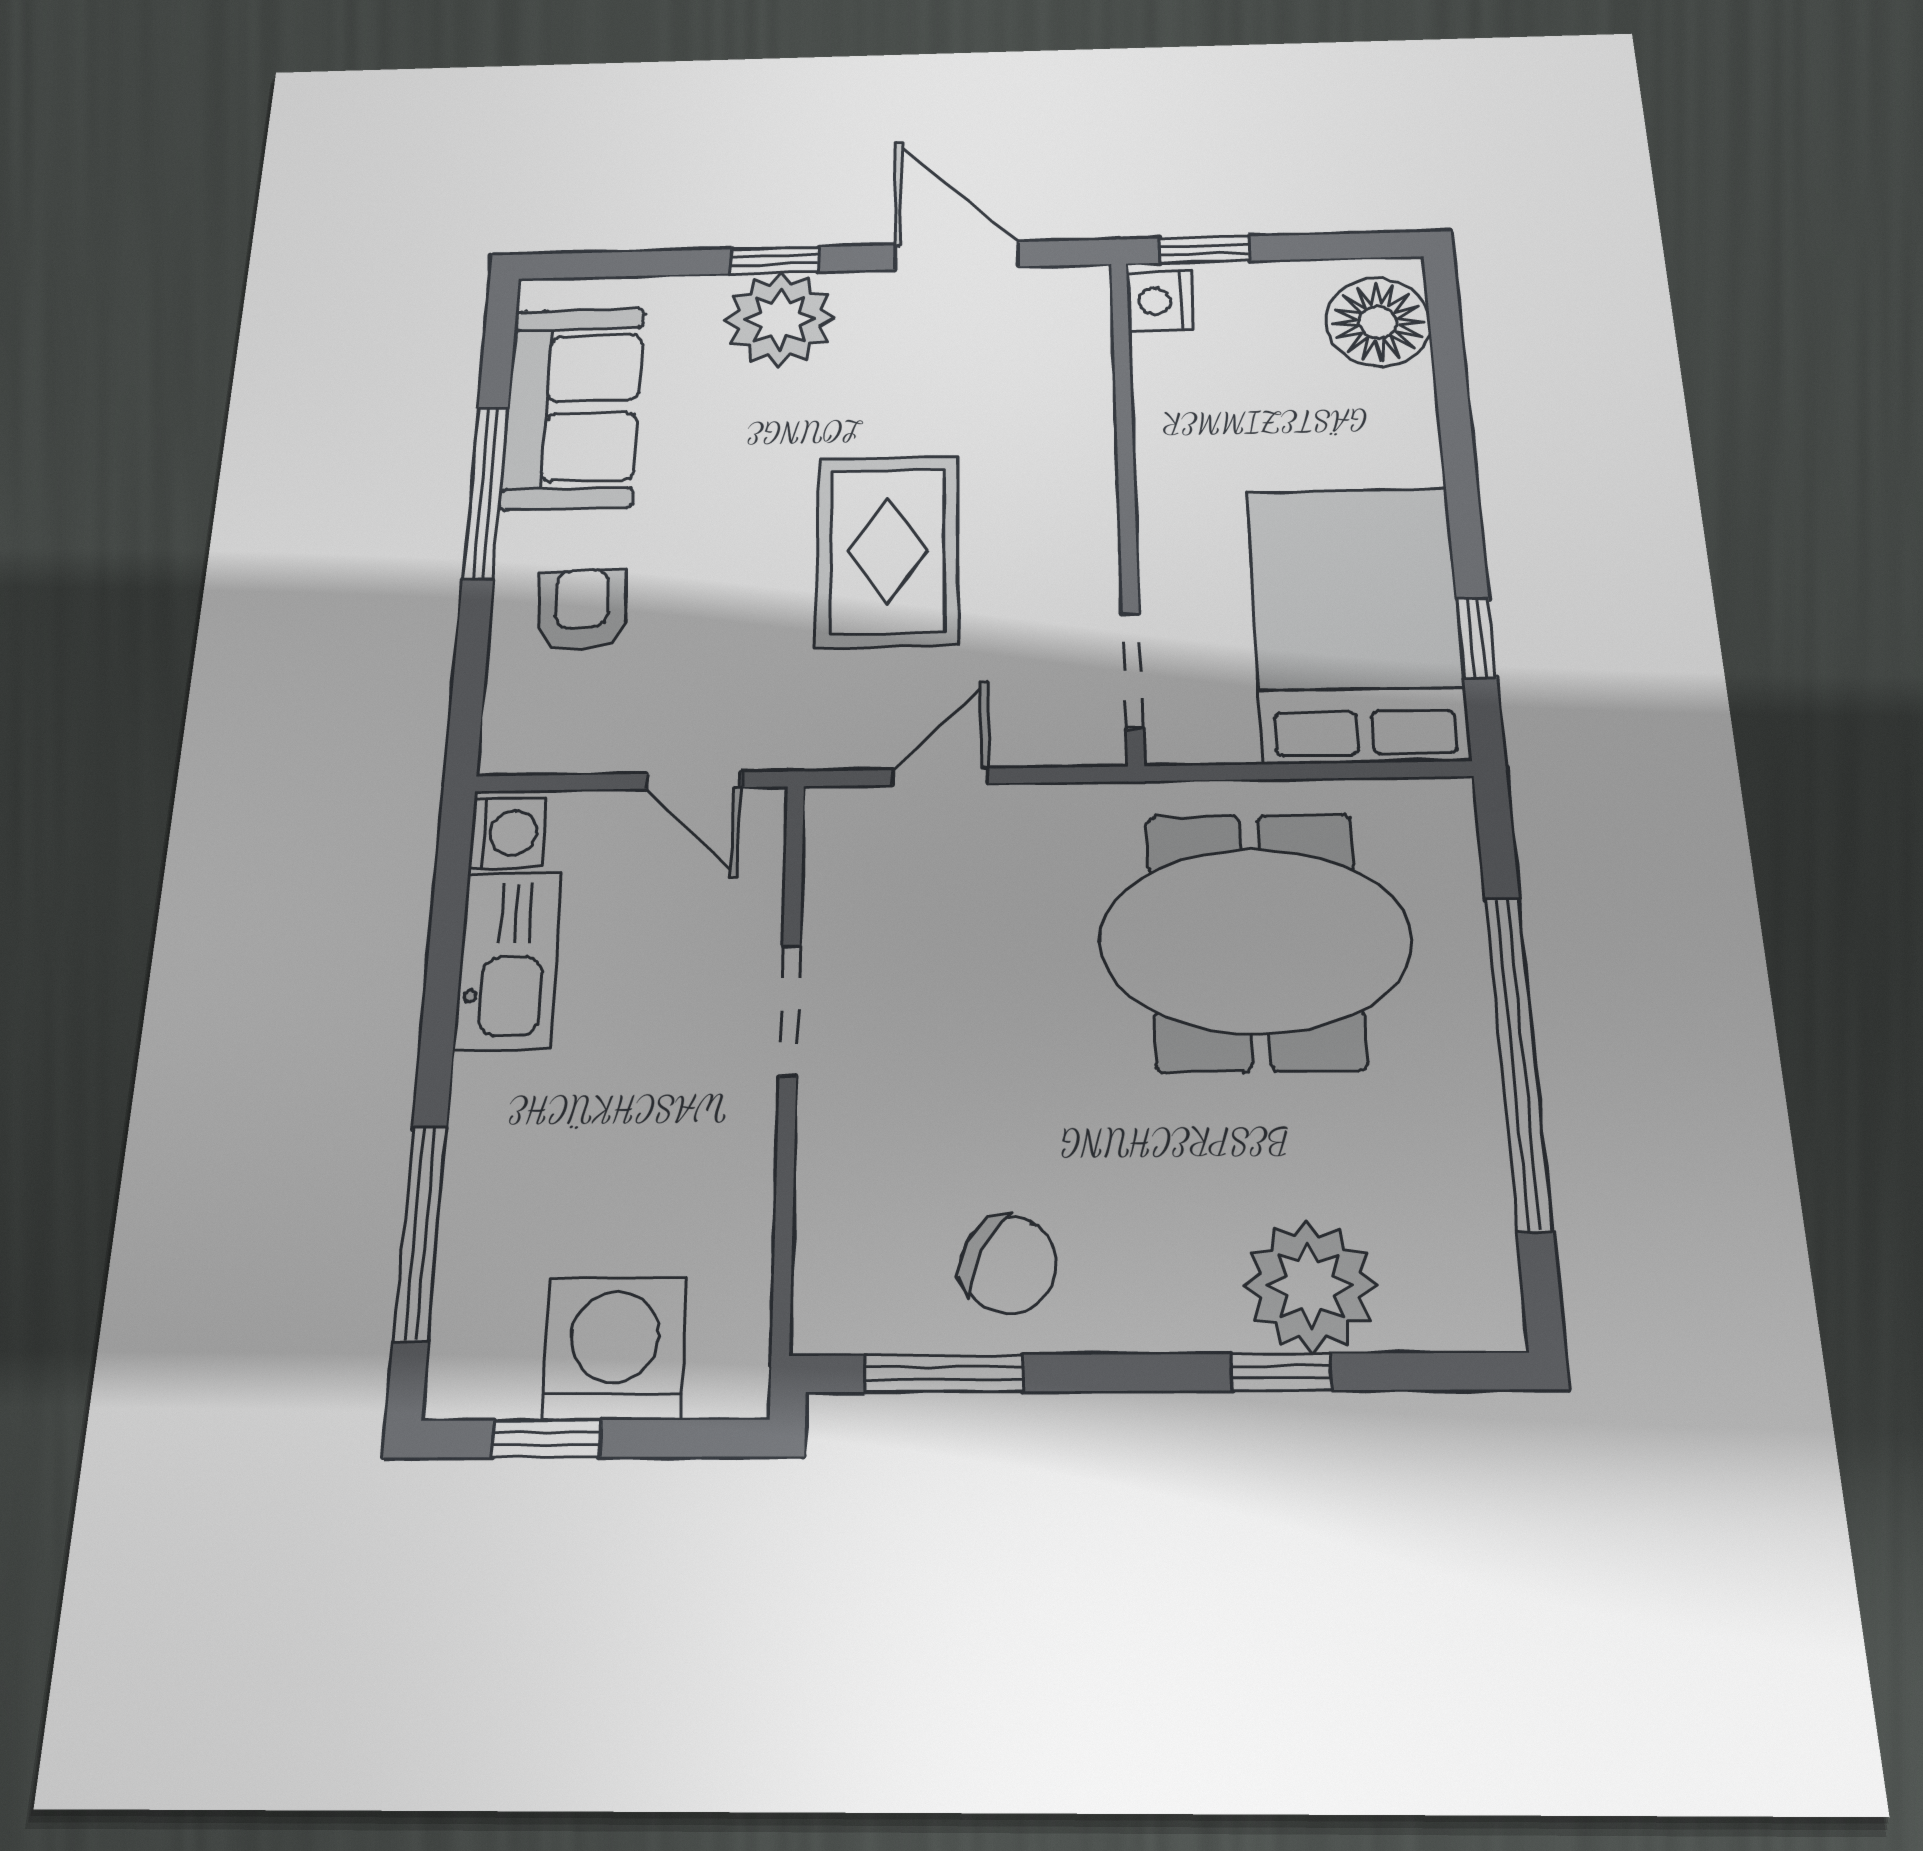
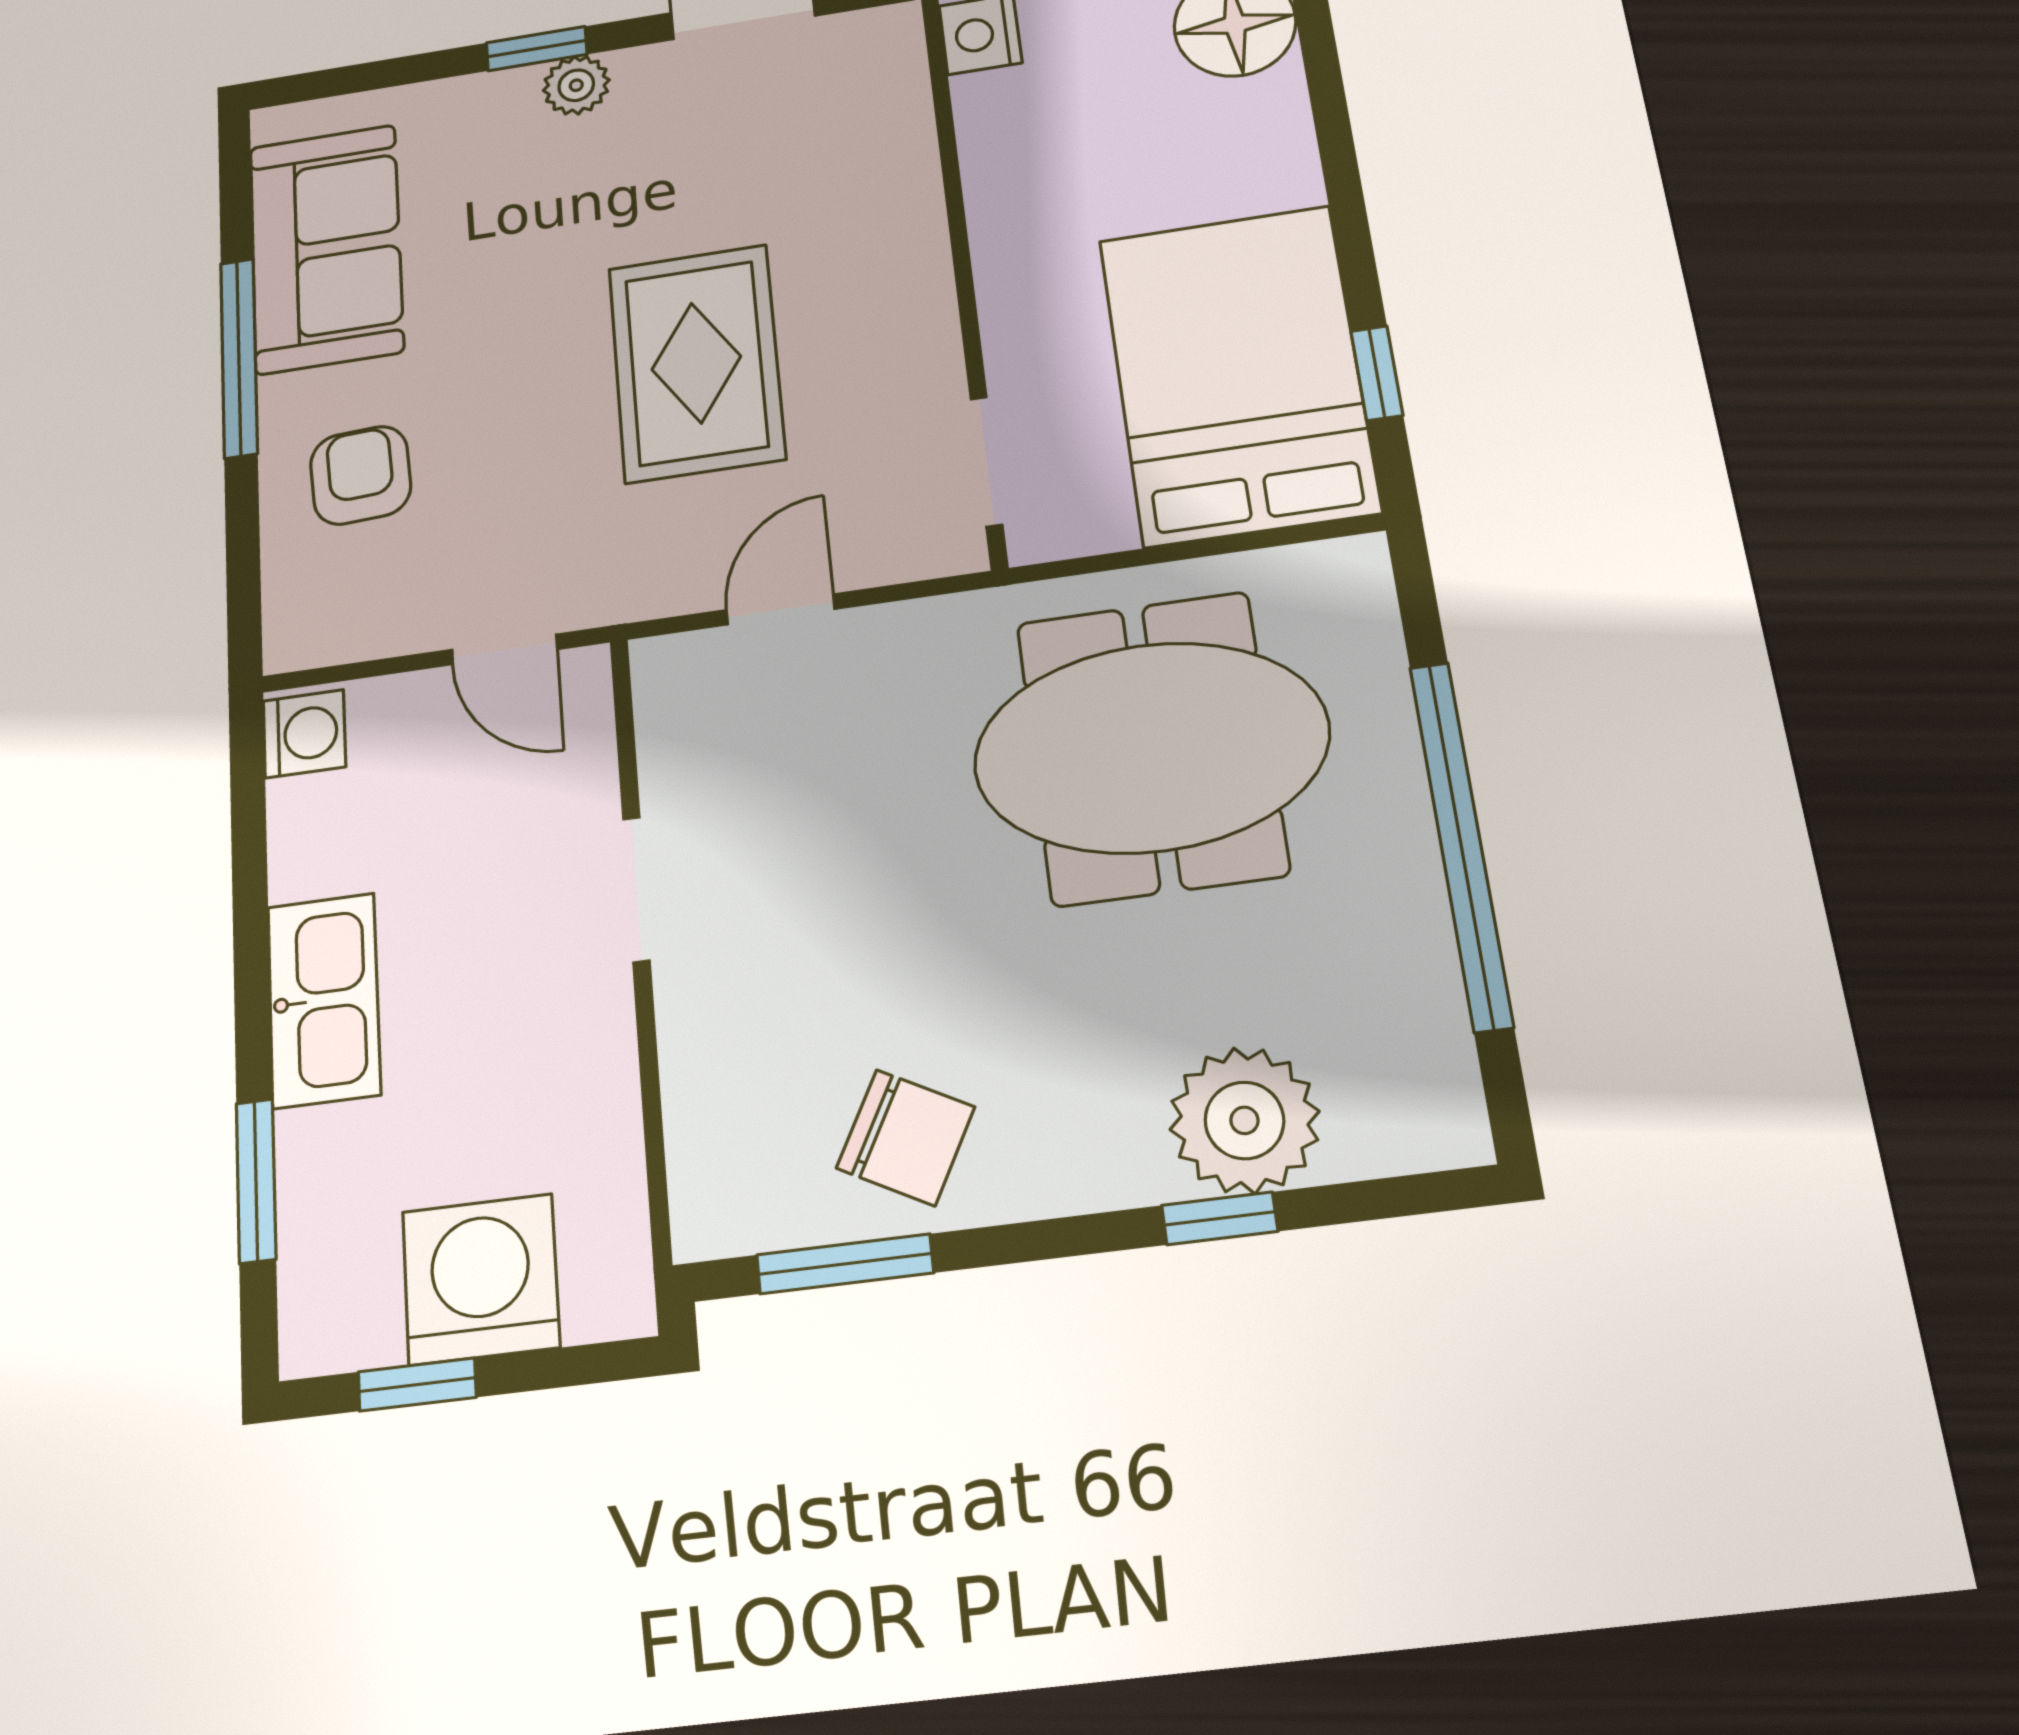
plant: (780, 319) -> (576, 85), width x0.53, depth x0.53
kitchen sink: (508, 960) -> (324, 1000), moved
window: (420, 1233) -> (256, 1181), width x0.69

